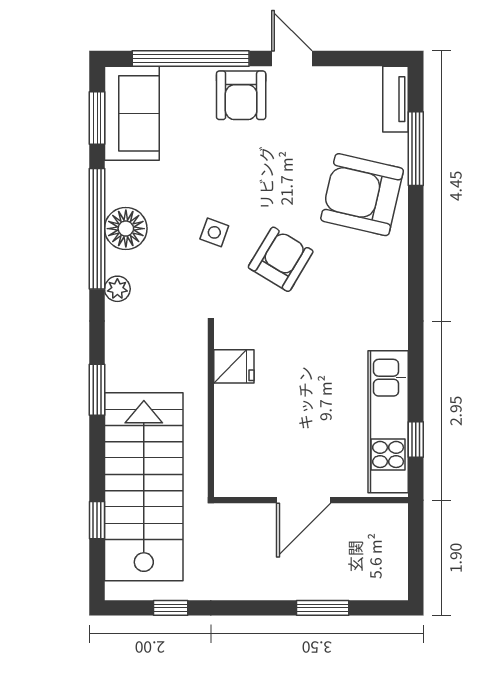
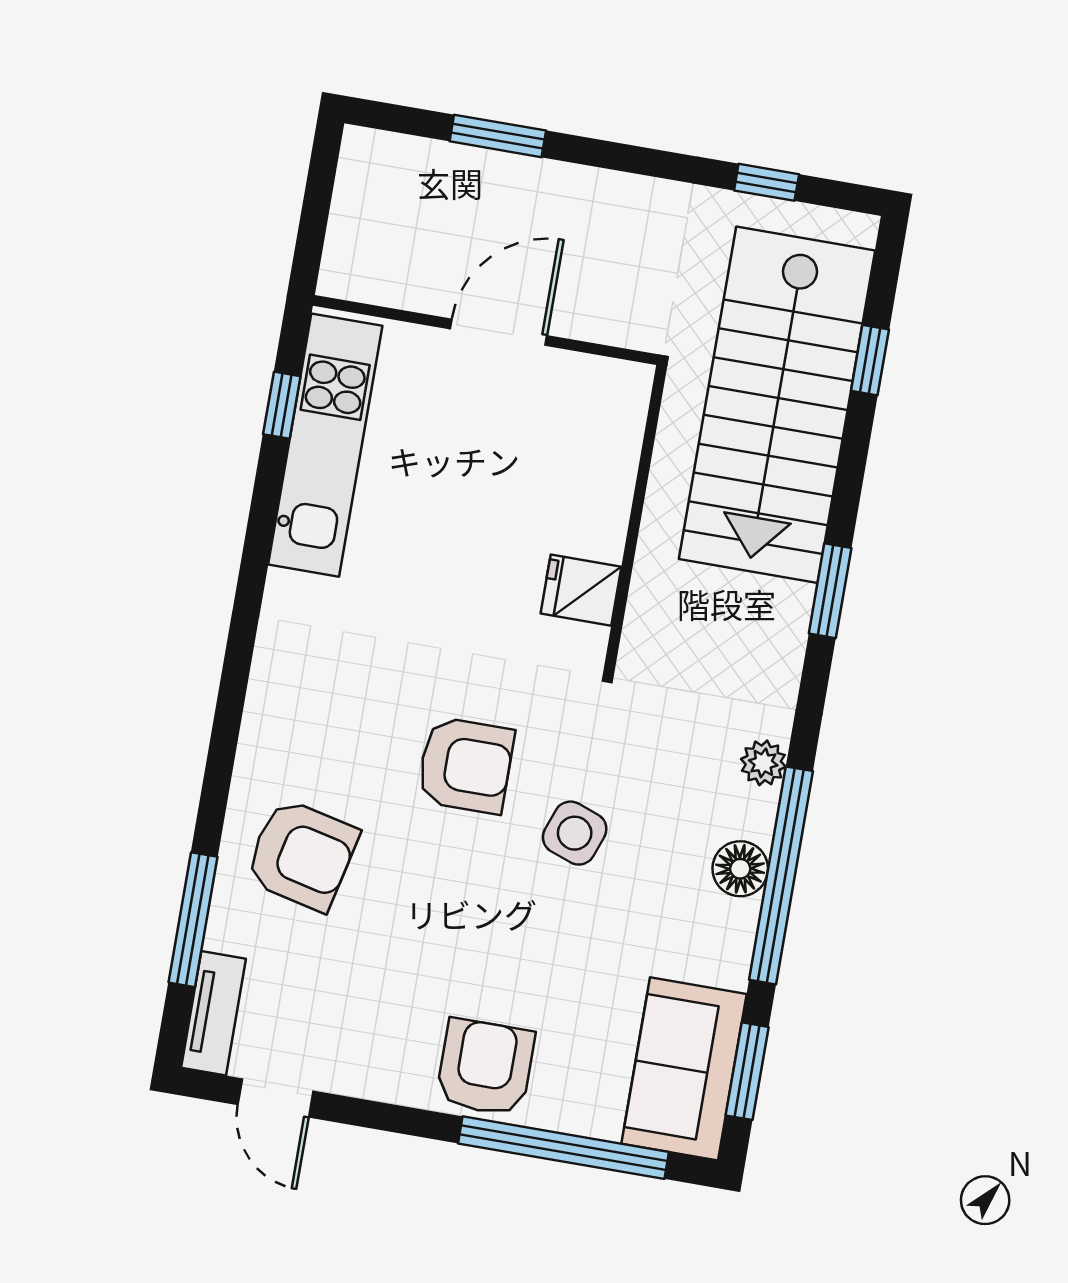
door: (292, 59) -> (275, 1098), moved
armchair: (362, 195) -> (302, 855), width x0.73, depth x0.73
floor lamp: (126, 229) -> (740, 869), width x0.73, depth x0.73
side table: (214, 232) -> (575, 833), width x1.37, depth x1.37
armchair: (281, 259) -> (465, 765), turned -121

